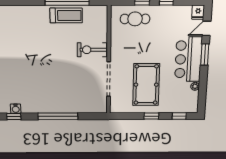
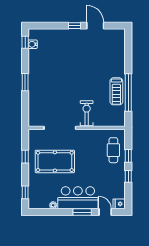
window: (58, 116) -> (25, 82), width x0.47
window: (151, 116) -> (25, 157), moved

